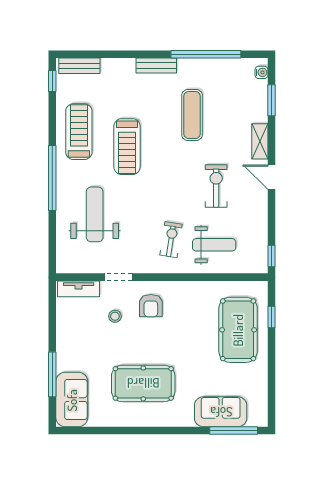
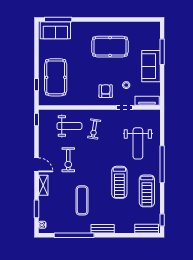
treadmill: (127, 147) -> (119, 182), turned 180
weight bench: (214, 245) -> (69, 126), turned 180
sofa: (72, 400) -> (151, 66), moved
sofa: (221, 412) -> (55, 30), moved

